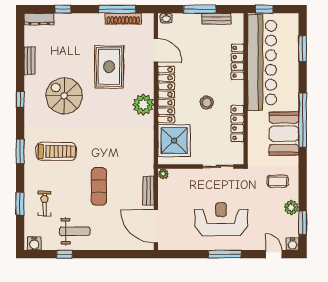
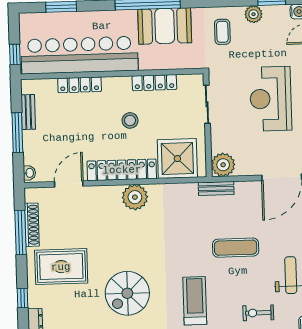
rug: (109, 67) -> (61, 267), moved
plant: (163, 174) -> (223, 165), width x1.87, depth x1.87
bench: (148, 191) -> (216, 188), moved

